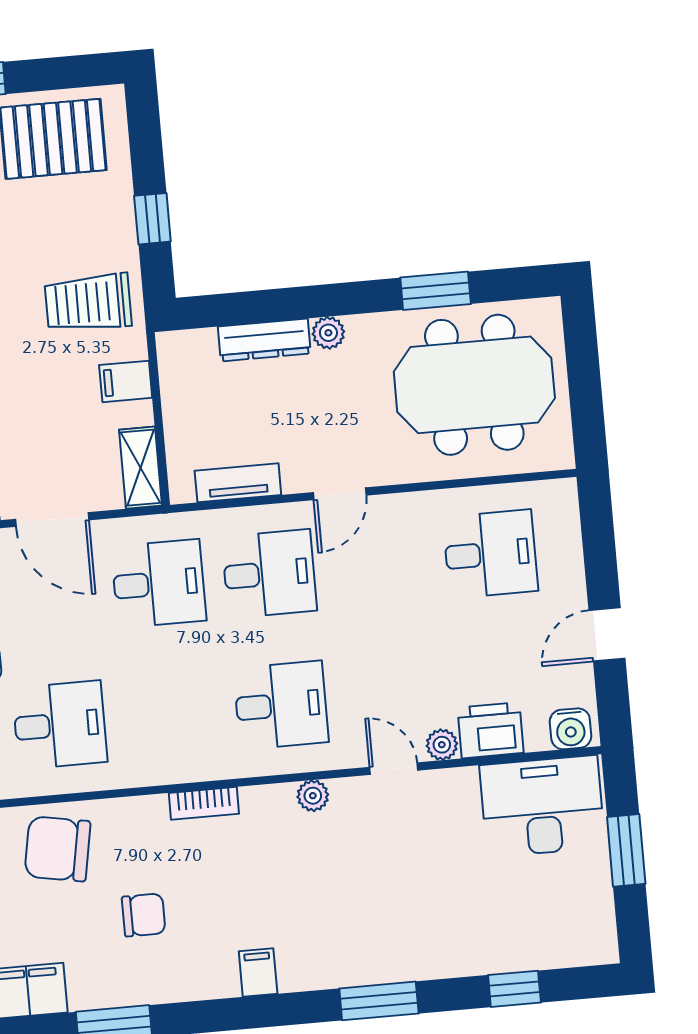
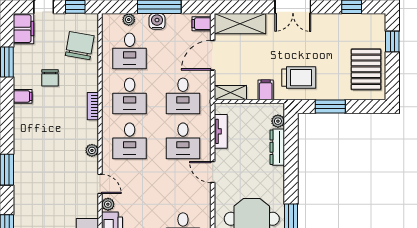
window: (152, 219) -> (330, 107), width x1.50
trolley: (88, 303) -> (299, 78), turned 90
plant: (328, 333) -> (278, 121), moved
desk: (170, 715) -> (130, 96), added
door: (394, 769) -> (100, 184), hinge flipped
filing cabinet: (258, 972) -> (23, 96), moved

